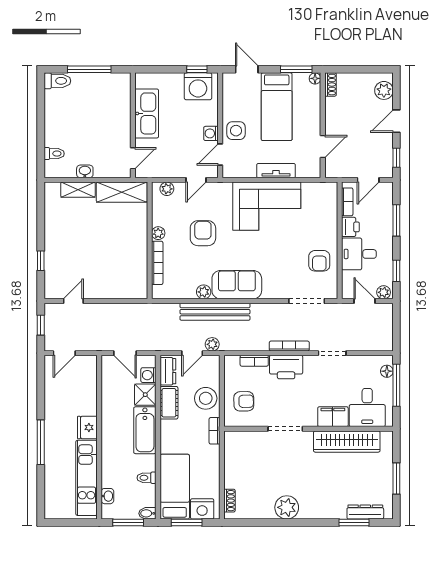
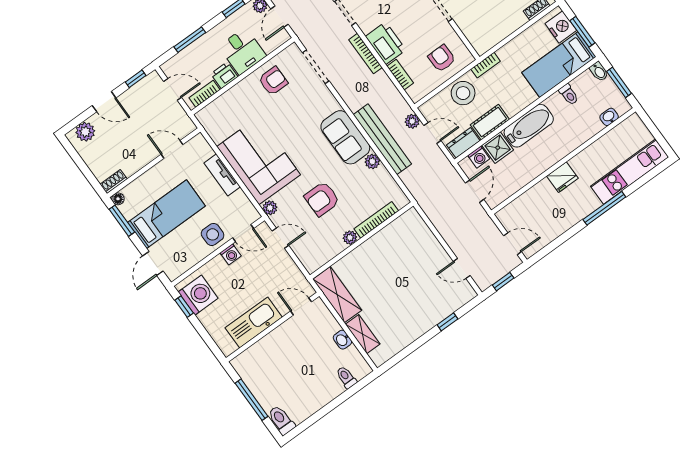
plant: (167, 189) -> (270, 208), moved
kitchen unit: (87, 478) -> (630, 172), moved, turned 180

